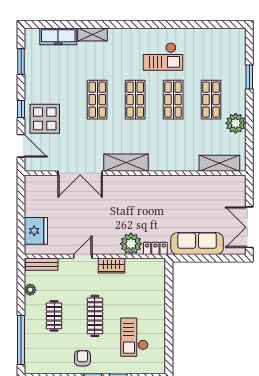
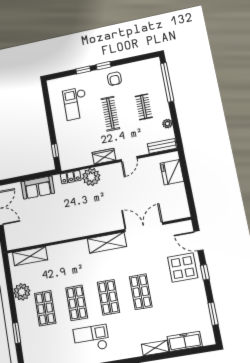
sofa: (197, 244) -> (38, 187), width x0.73
window: (169, 284) -> (55, 151), added
checkout: (134, 337) -> (76, 104), turned 180

